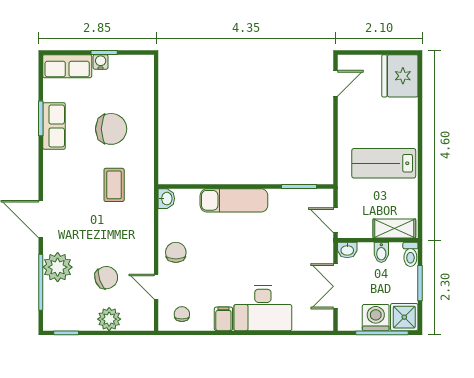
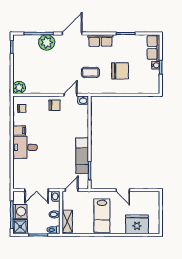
fridge: (400, 76) -> (137, 224), moved
door: (335, 83) -> (123, 190), moved
row of seats: (54, 126) -> (100, 41), moved
chair: (111, 129) -> (120, 71), turned -90
lab bench: (384, 163) -> (102, 216), turned 180
exam couch: (234, 200) -> (82, 156), moved
chair: (106, 278) -> (41, 68), removed
double door: (335, 286) -> (37, 190), swing flipped
door: (156, 287) -> (71, 95), moved
desk: (263, 308) -> (25, 147), width x0.73
plant: (109, 319) -> (19, 87), moved

